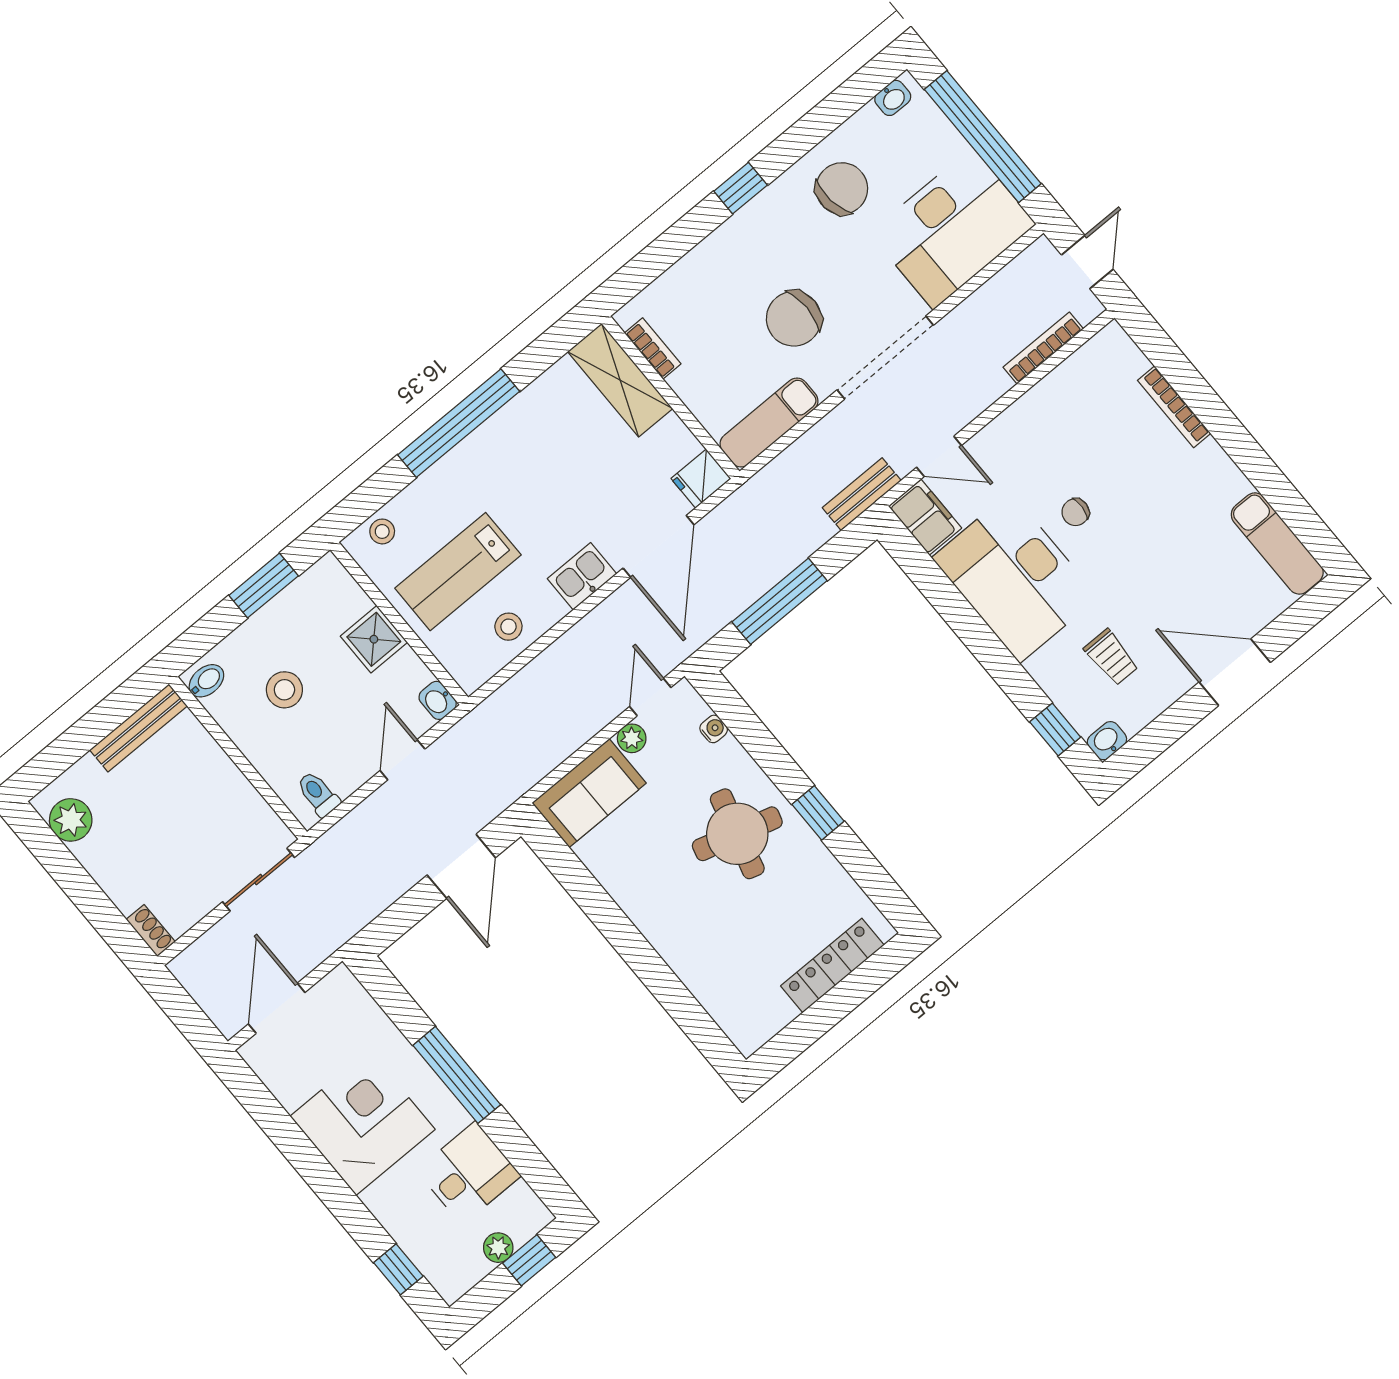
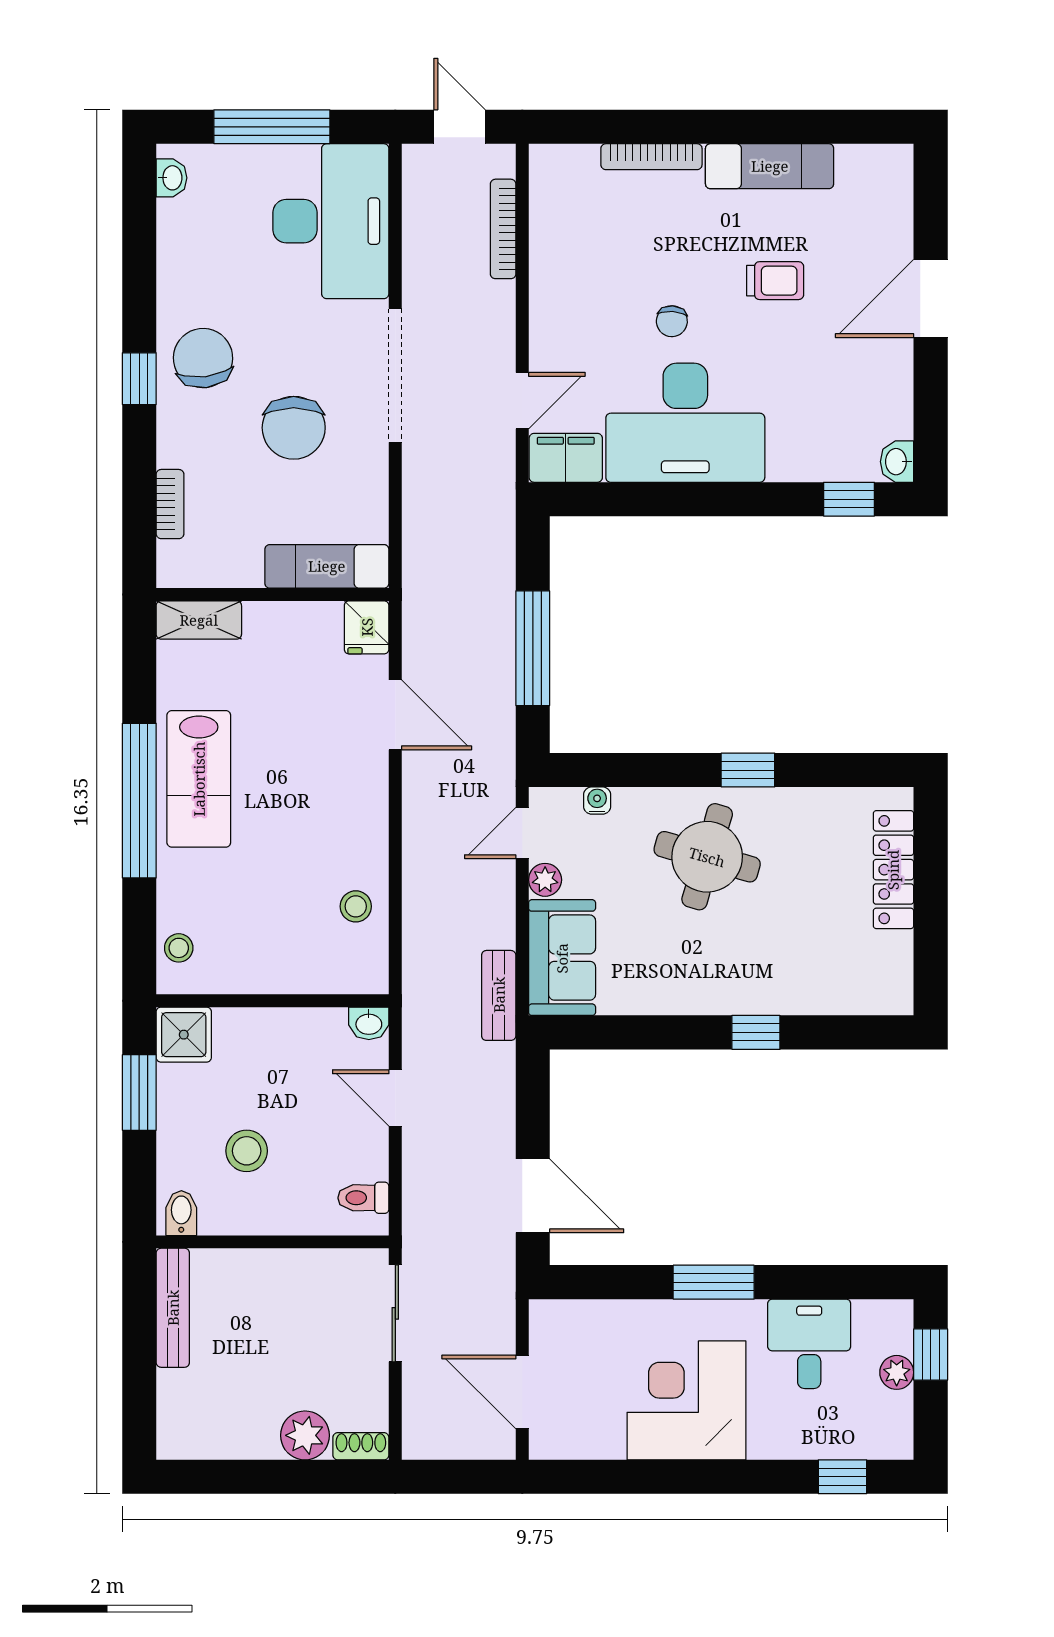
window: (983, 137) -> (272, 127), width x0.68
chair: (842, 189) -> (203, 358), moved
bookcase: (653, 348) -> (170, 504), moved, turned 90
shelving: (620, 380) -> (199, 620), width x0.67, depth x0.75
exam couch: (769, 423) -> (327, 566), moved, turned 90
bench: (862, 494) -> (499, 995), moved
exam couch: (1277, 544) -> (770, 166), moved
door: (658, 546) -> (395, 715), width x0.73
lab bench: (458, 572) -> (199, 779), moved
kitchen sink: (582, 576) -> (365, 804), removed
shower: (374, 639) -> (184, 1035), moved
trolley: (1111, 657) -> (775, 281), moved
door: (650, 697) -> (522, 833), hinge flipped
plant: (71, 820) -> (305, 1435), moved
door: (461, 866) -> (533, 1196), moved
window: (647, 964) -> (756, 1032), added
window: (457, 1075) -> (714, 1282), width x0.69

